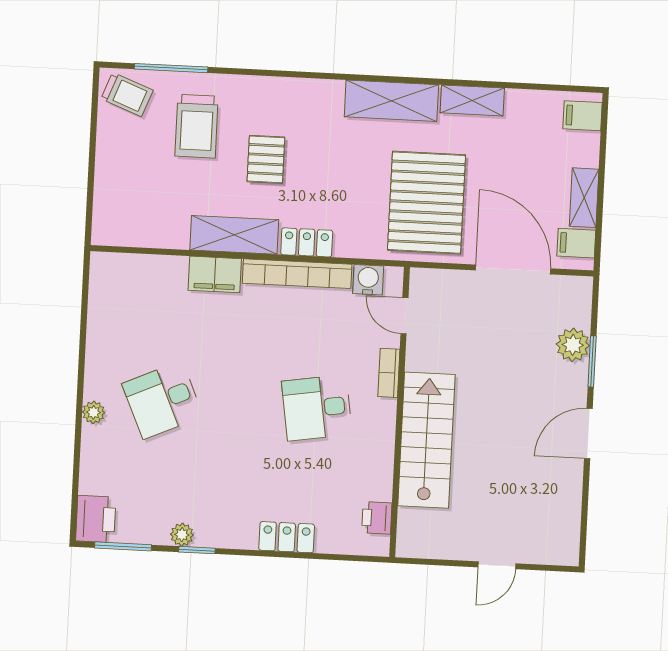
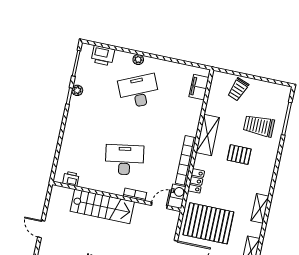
trolley: (127, 95) -> (238, 89), moved
shelving: (391, 101) -> (260, 208), width x0.67, depth x0.75
locker: (307, 242) -> (196, 181), moved
filing cabinet: (215, 274) -> (199, 87), moved
desk: (163, 400) -> (139, 91), width x1.37
desk: (317, 408) -> (124, 160), width x1.37
printer: (96, 519) -> (103, 56), moved
locker: (287, 537) -> (69, 137), removed

